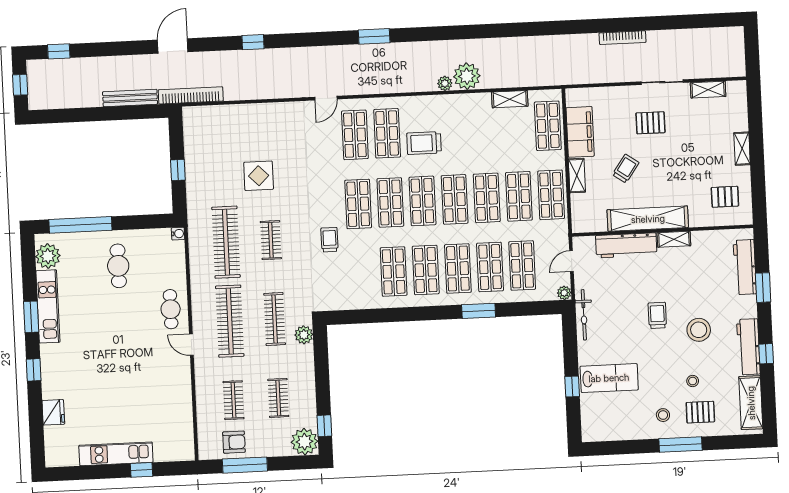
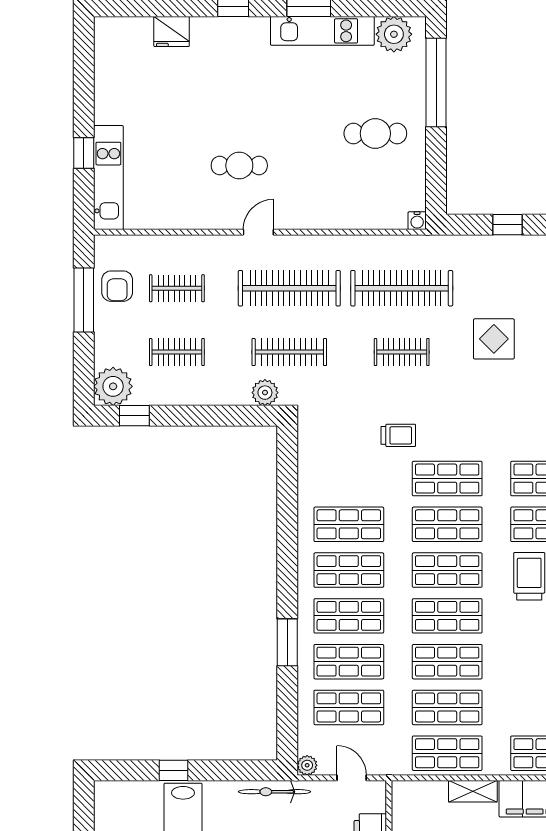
cafe table: (171, 309) -> (239, 166), moved
kitchen unit: (116, 454) -> (108, 178), moved

